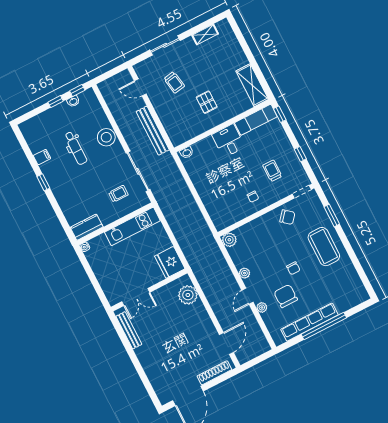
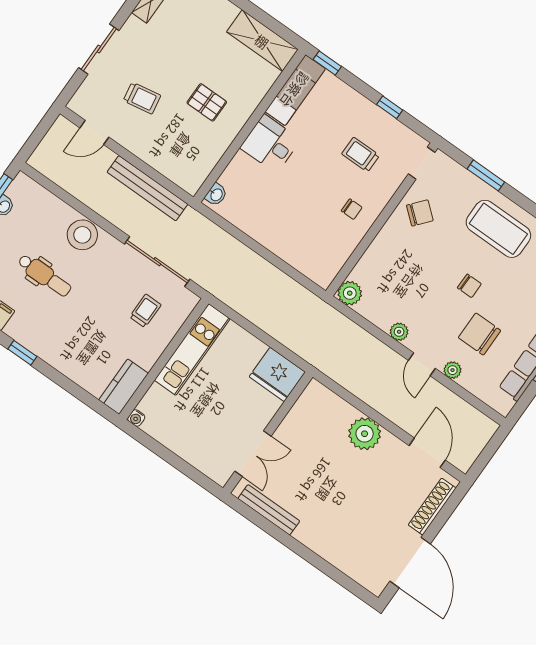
plant: (188, 295) -> (365, 434), moved

